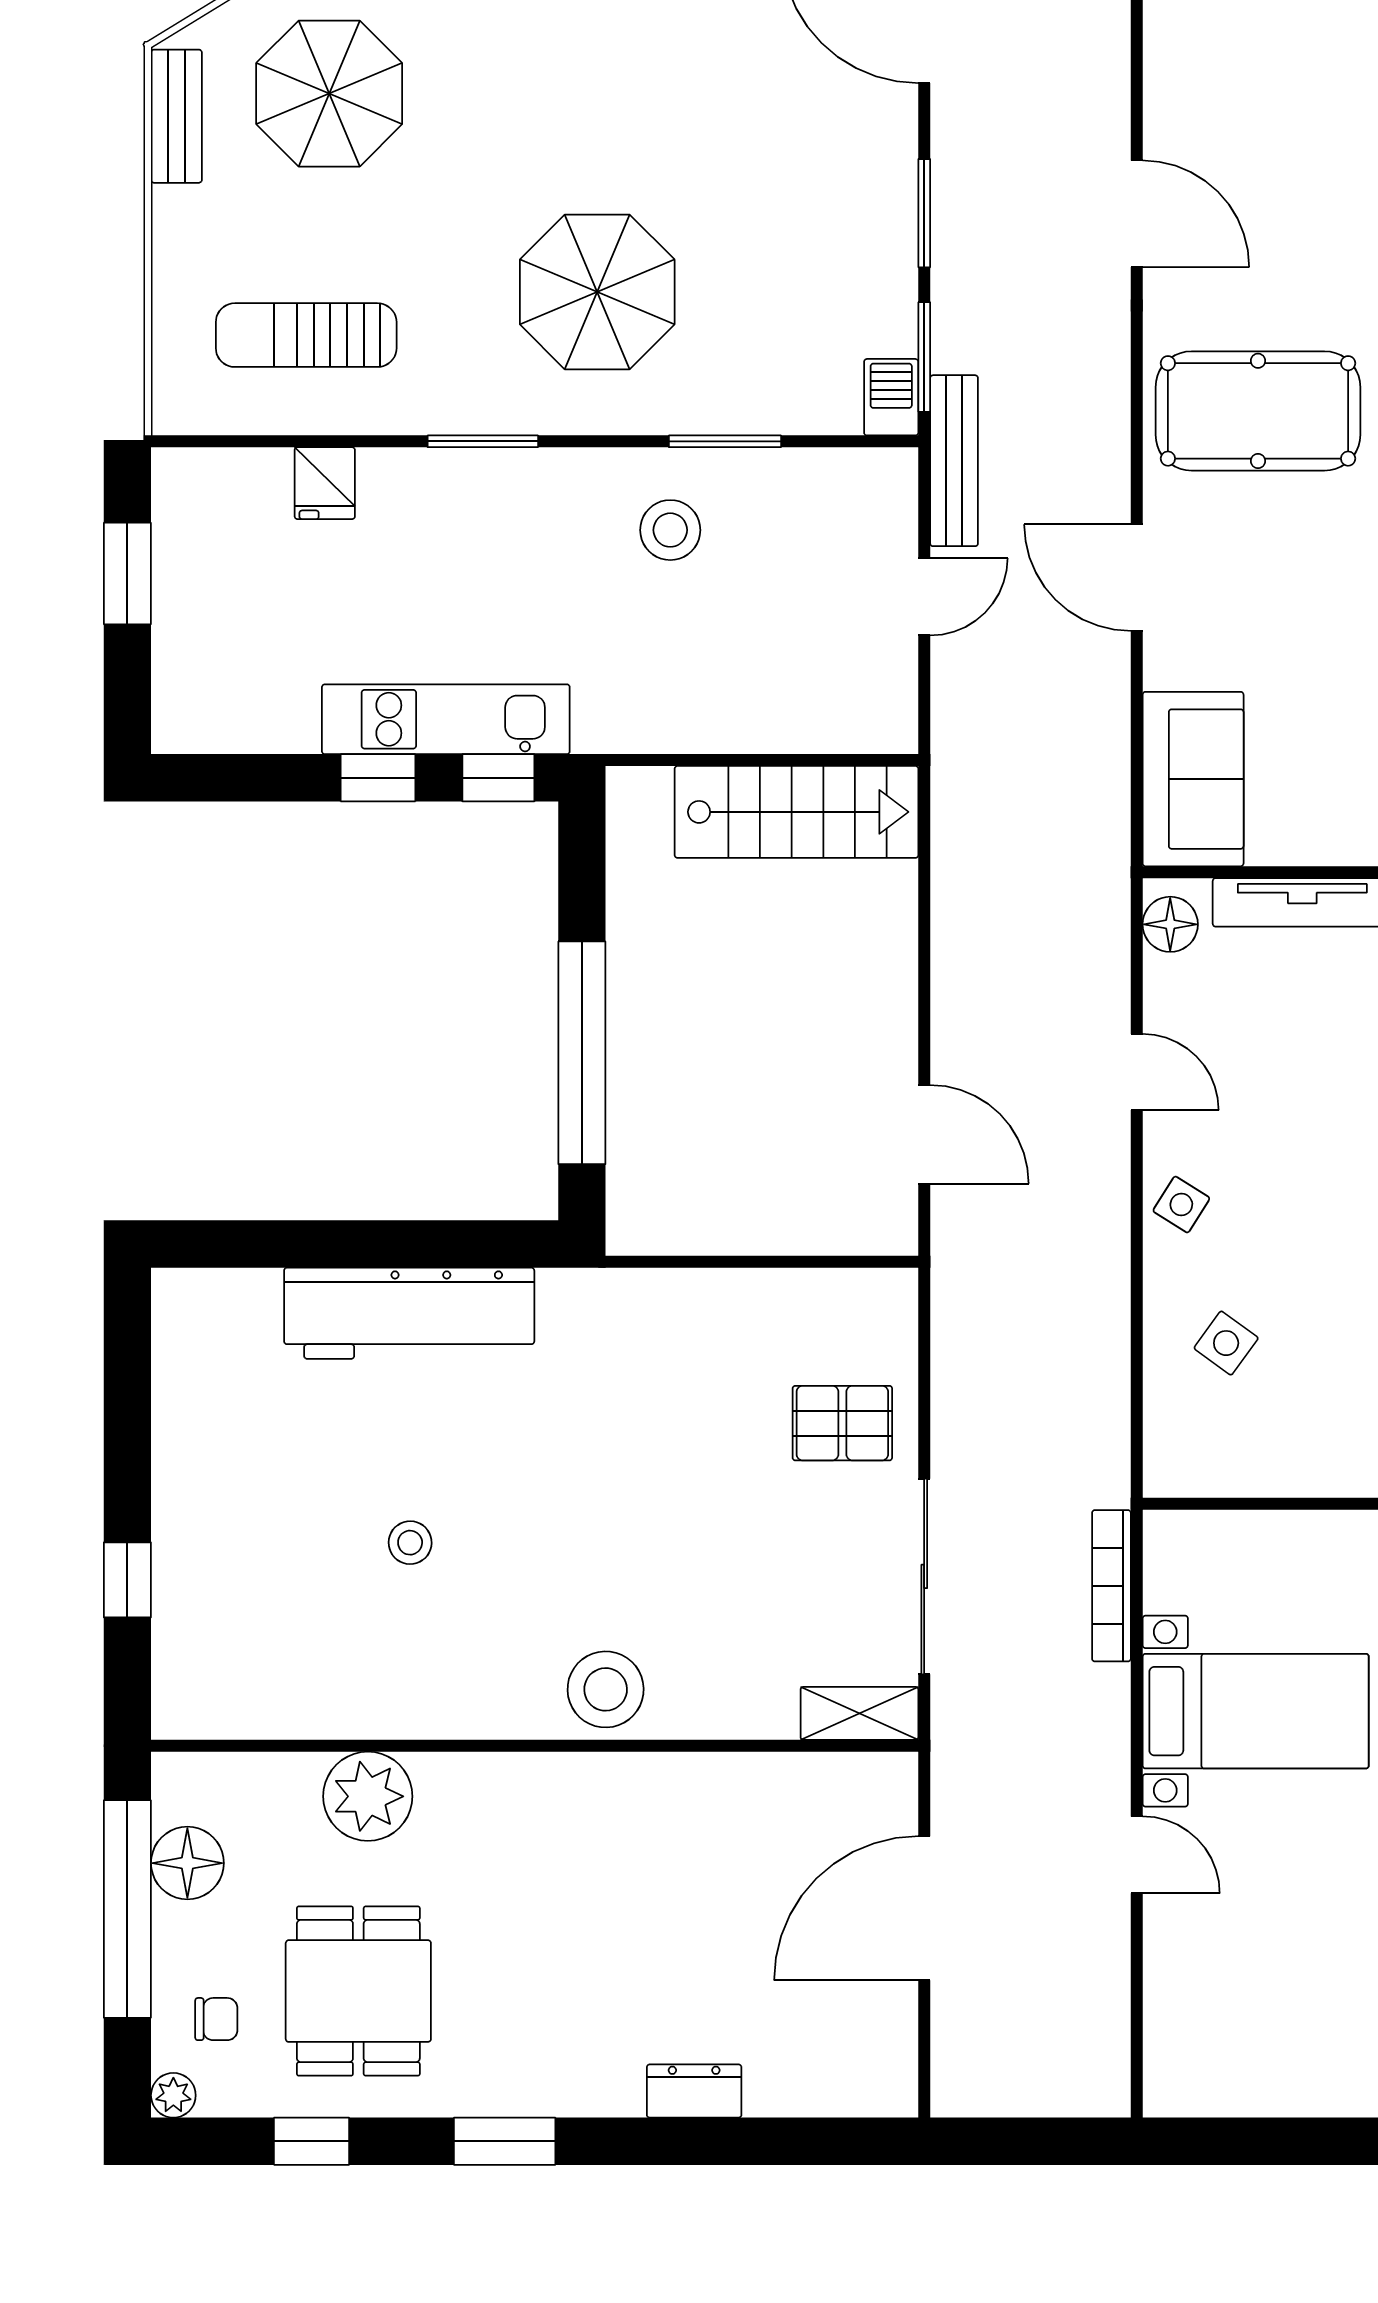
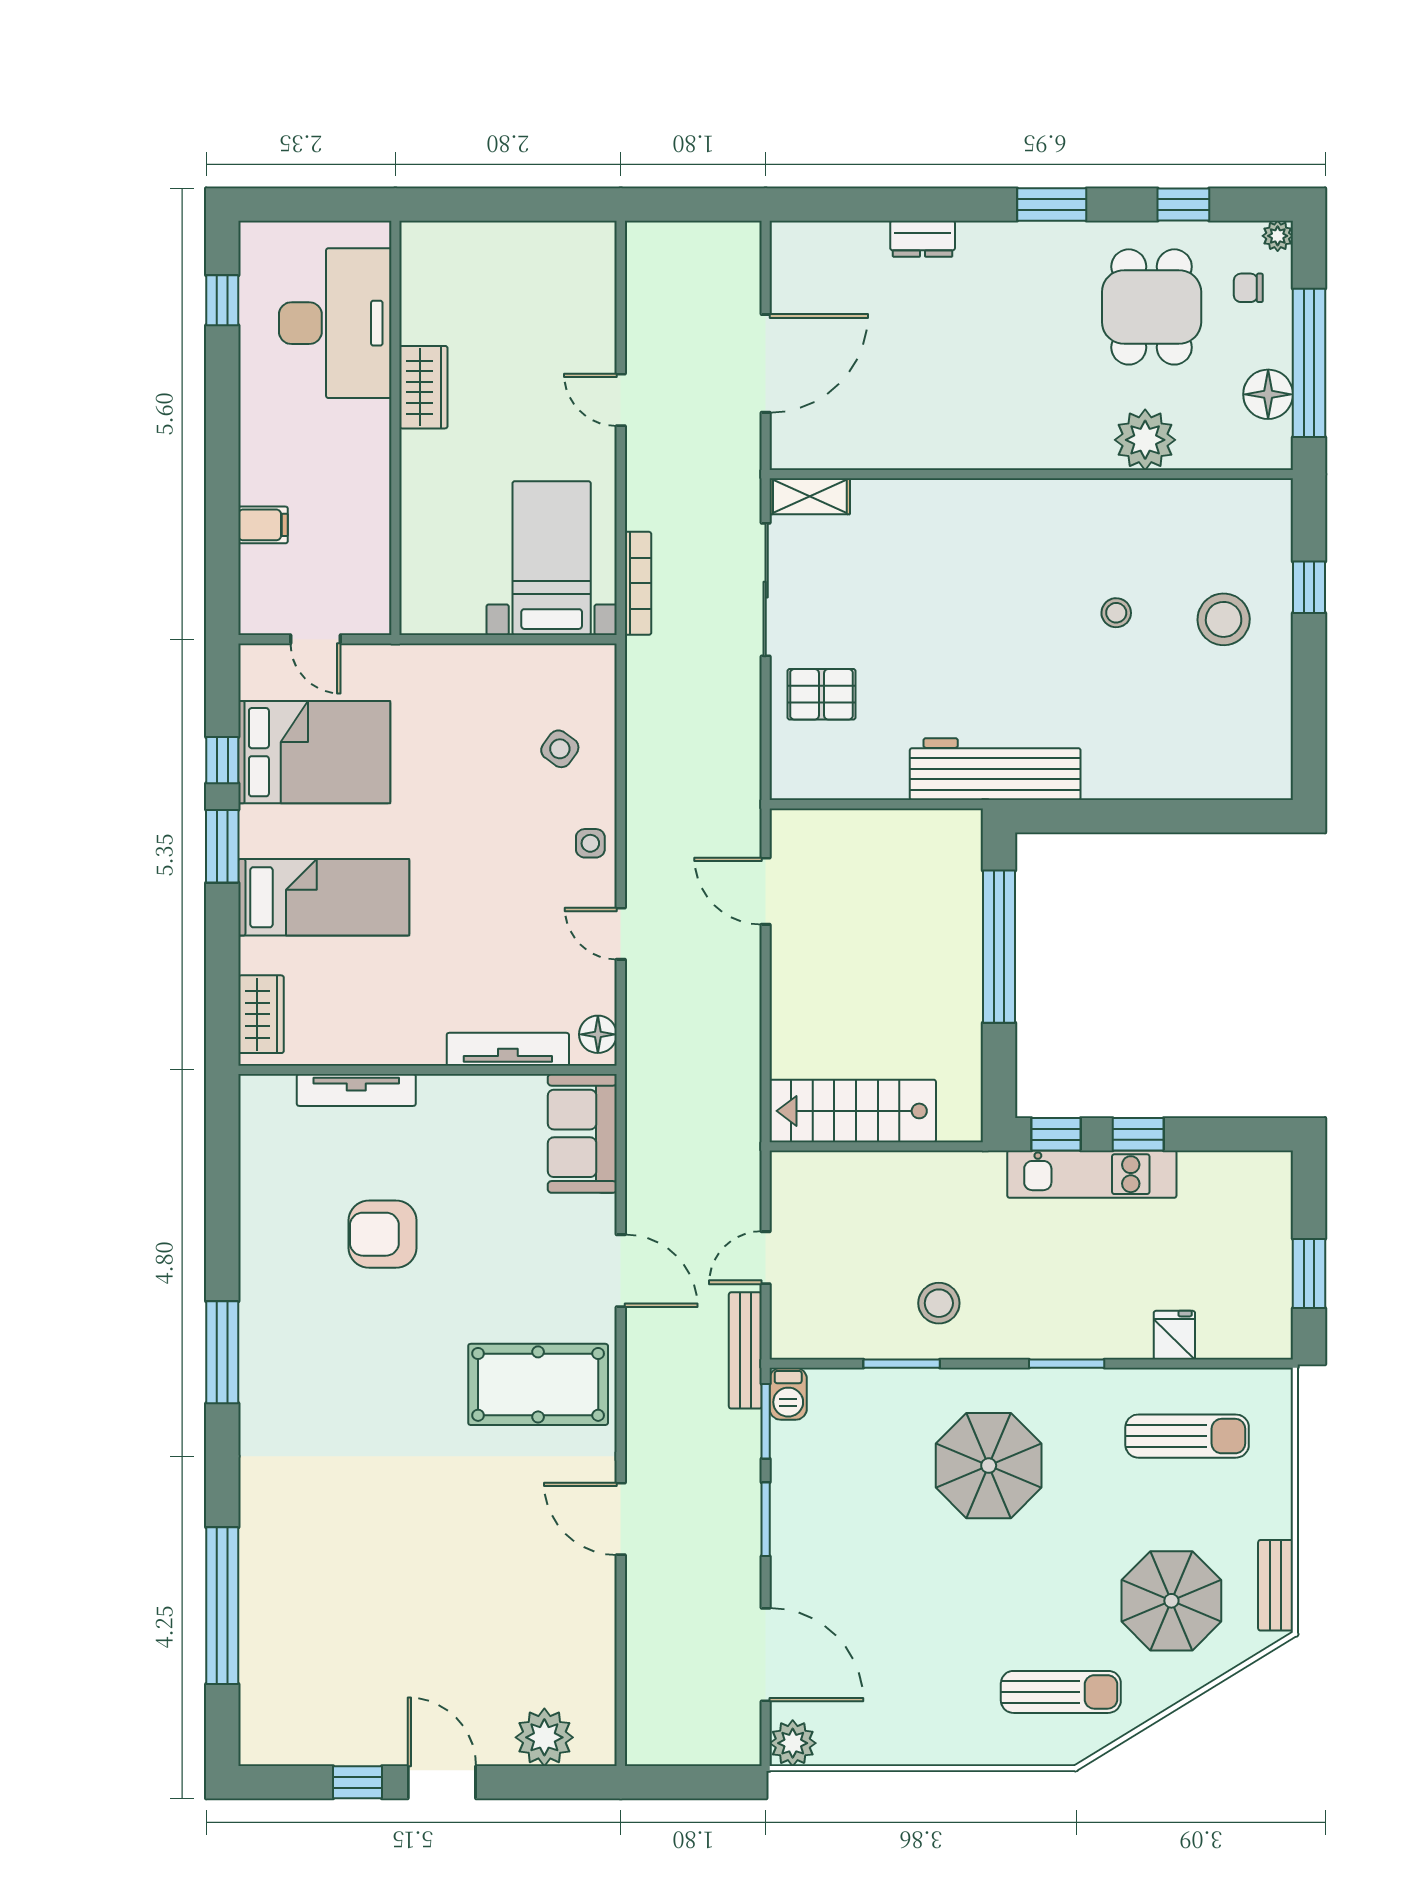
side table: (1181, 1204) -> (590, 843), turned -32
workbench: (409, 1313) -> (995, 769), moved
stool: (606, 1689) -> (1224, 619), moved
bed with nightstands: (1256, 1711) -> (552, 558), moved, turned 90

